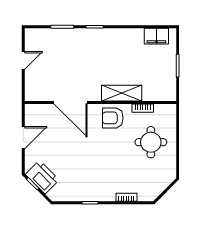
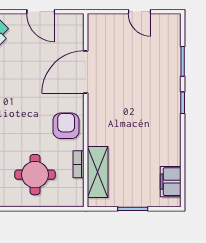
shelving: (122, 93) -> (98, 172), moved

